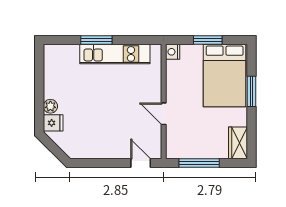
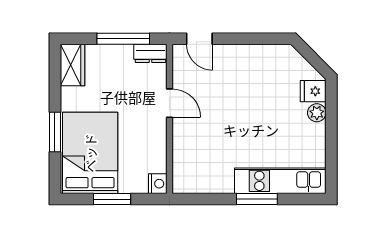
kitchen unit: (115, 54) -> (280, 181), moved
dresser: (178, 152) -> (150, 53), added

